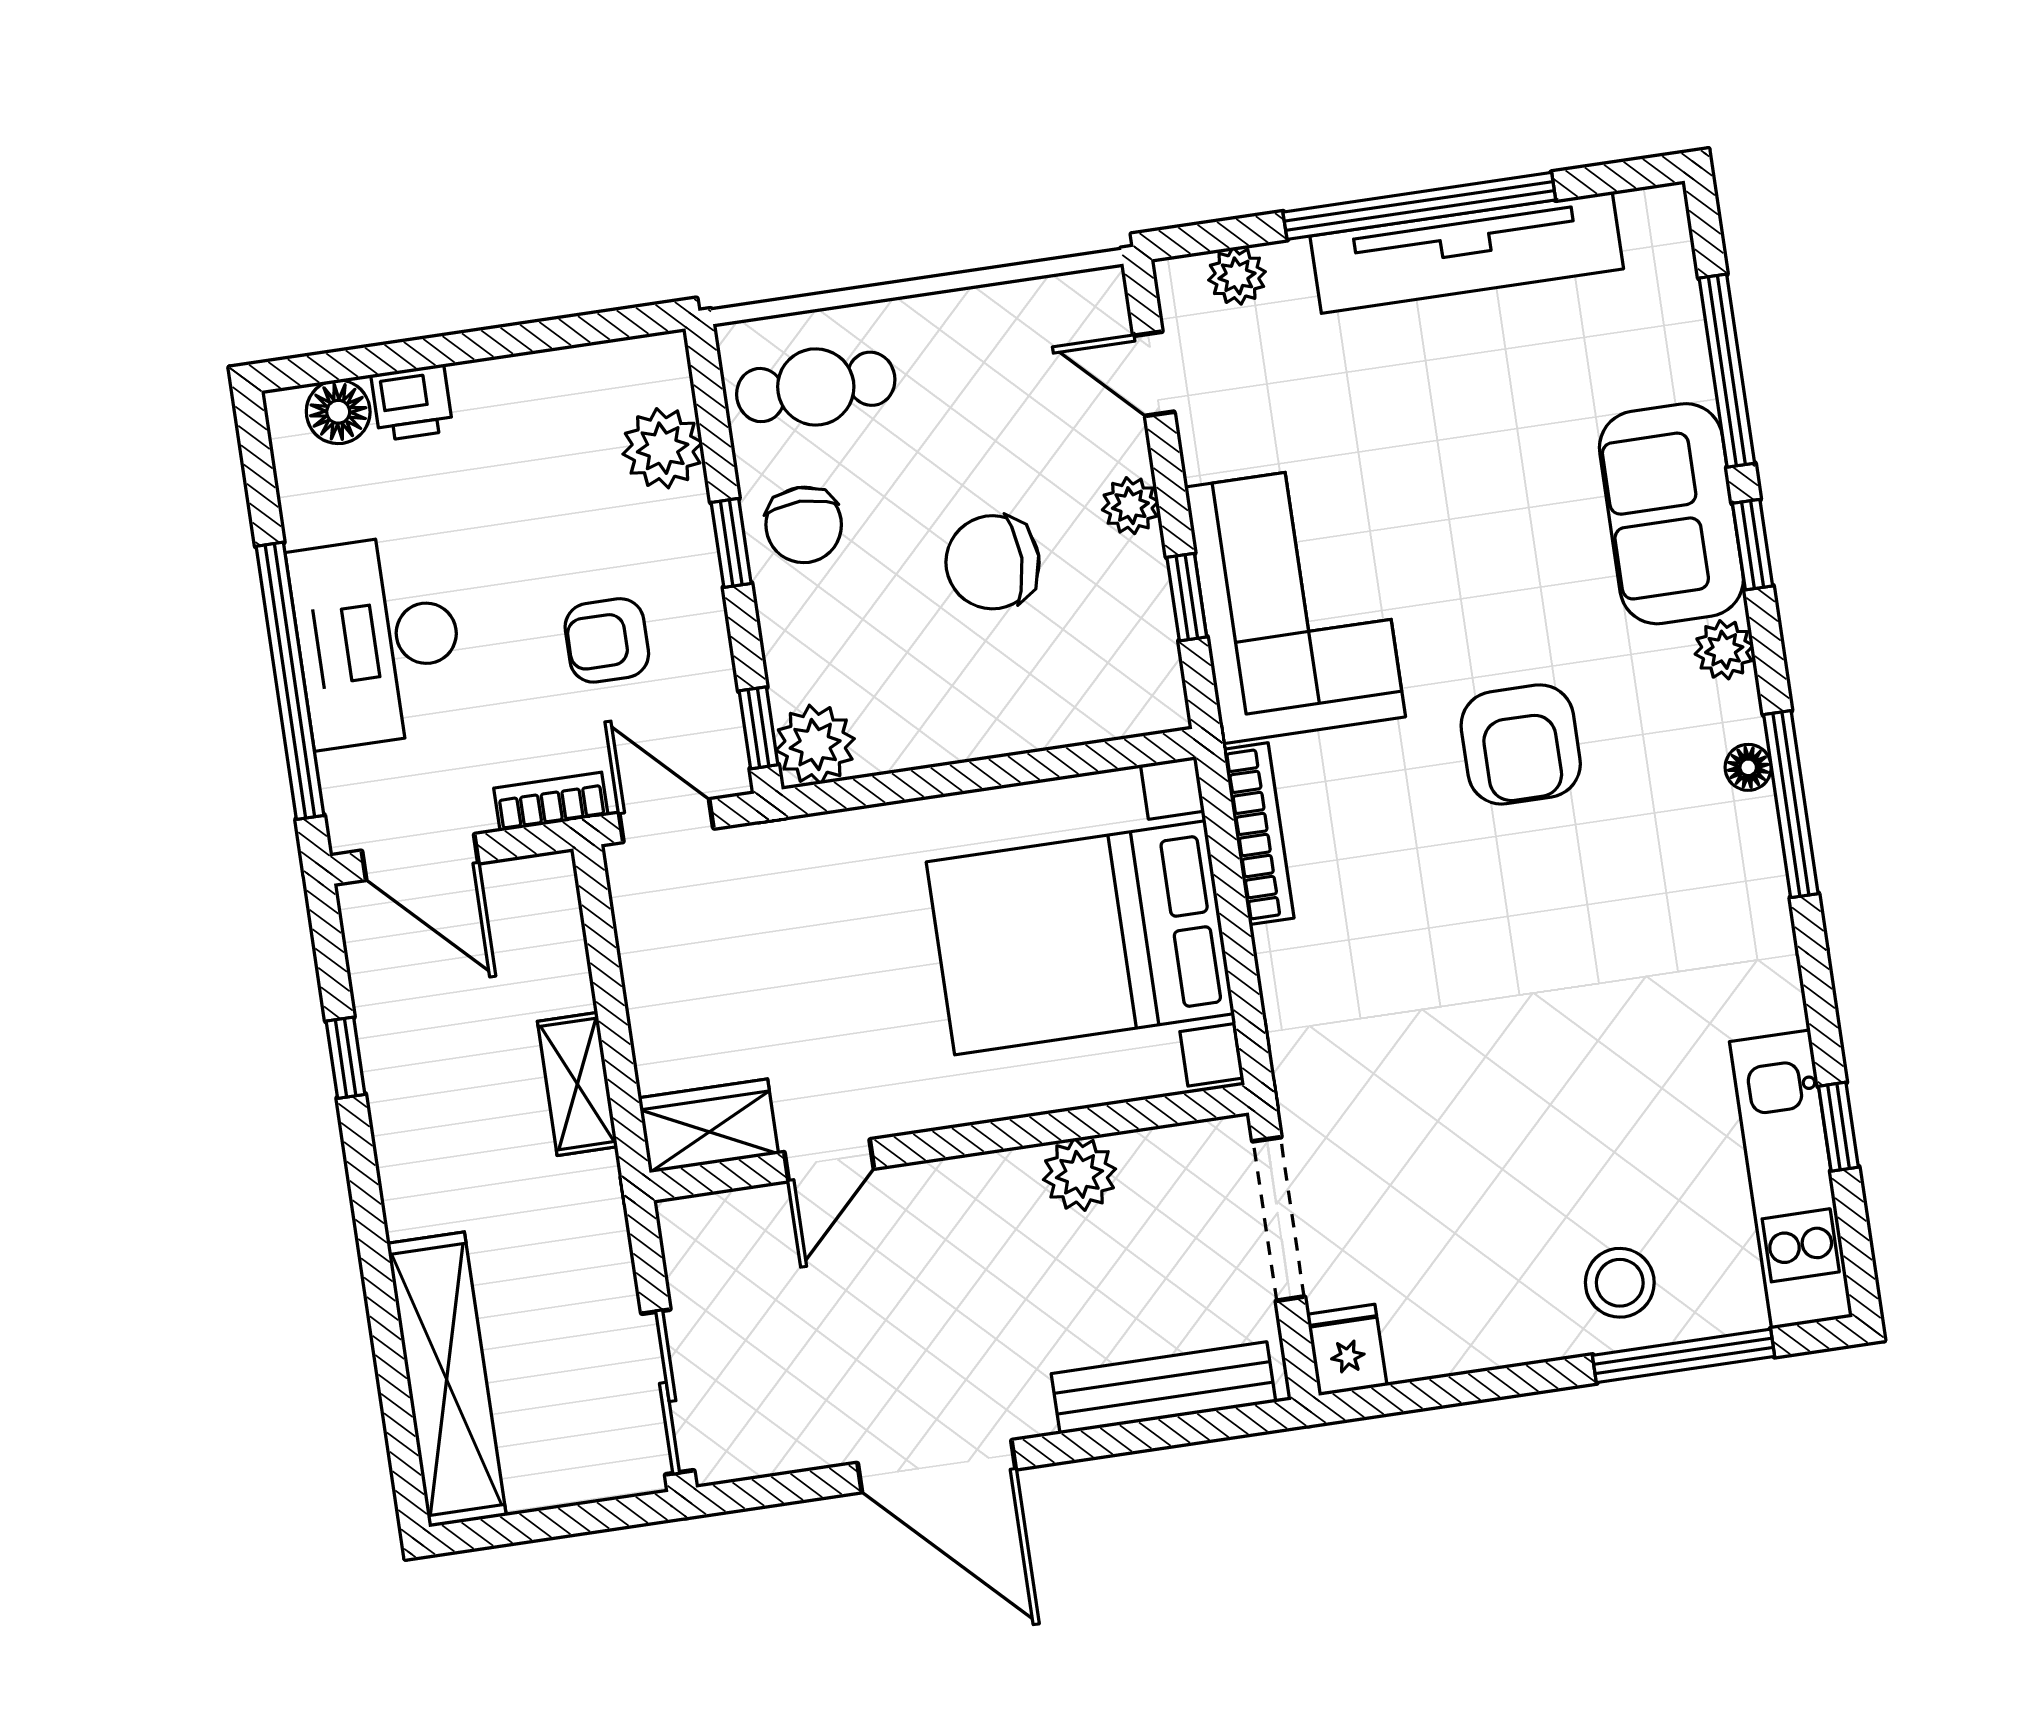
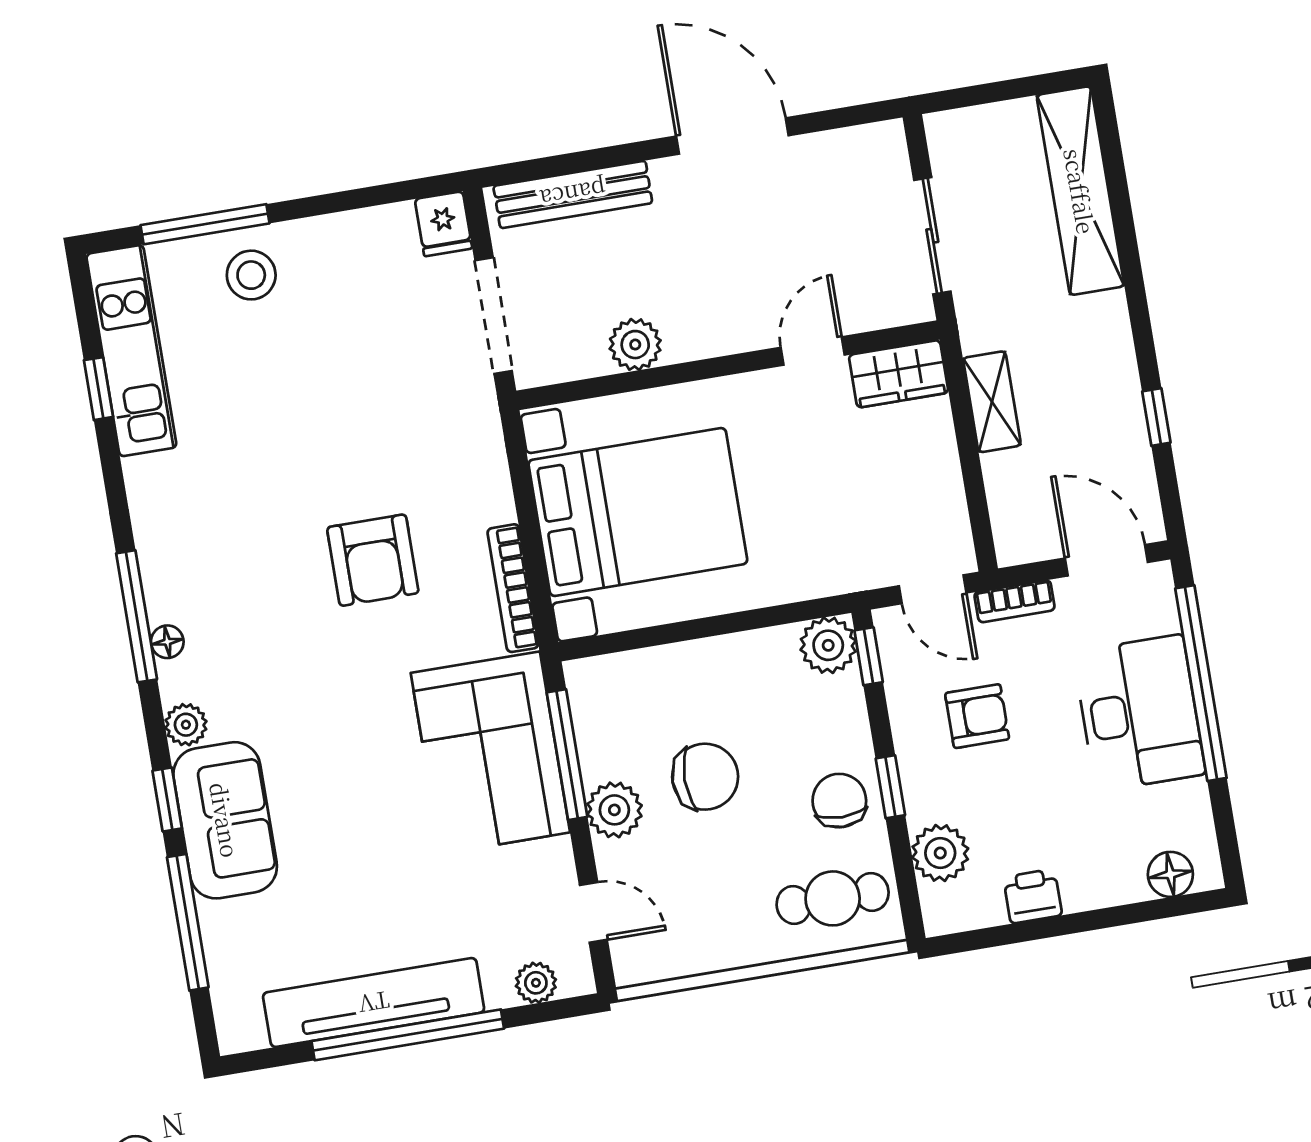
printer: (412, 403) -> (1033, 896), moved
plant: (1130, 506) -> (614, 810), width x1.38, depth x1.38
window: (1187, 597) -> (567, 755), width x2.17
armchair: (1521, 744) -> (373, 560), moved, turned 180
sliding door: (668, 1392) -> (932, 236), moved

